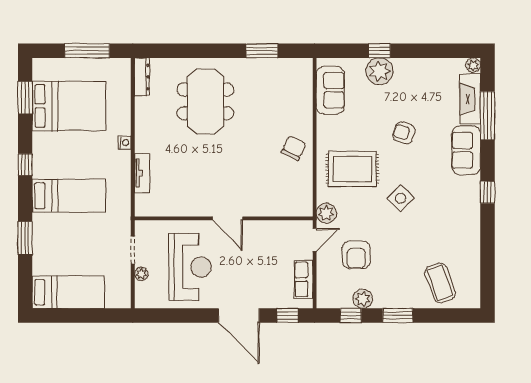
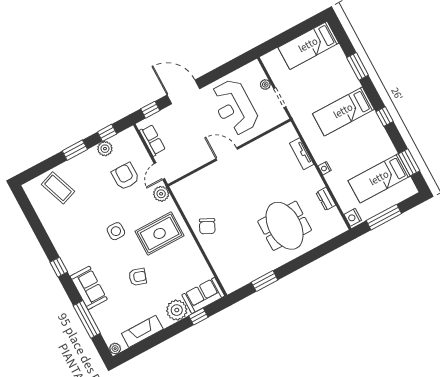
window: (380, 51) -> (198, 317), moved
nightstand: (123, 69) -> (353, 217), added
dresser: (142, 77) -> (326, 199), moved, width x0.70
sofa: (330, 90) -> (203, 295), moved, turned 90
fireplace: (470, 99) -> (142, 331), moved, turned -90
bed: (69, 106) -> (379, 178), width x0.67
side table: (401, 198) -> (116, 231), turned 45

